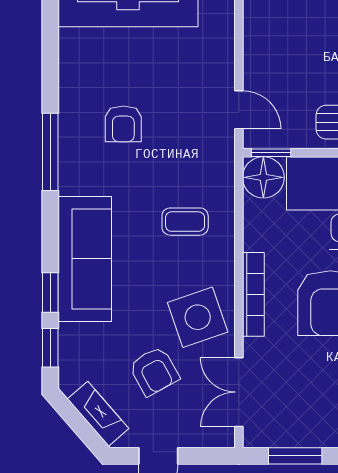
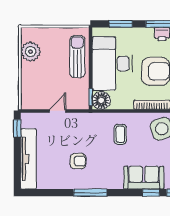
door: (239, 110) -> (57, 111), moved
sofa: (85, 259) -> (144, 178), width x0.73

